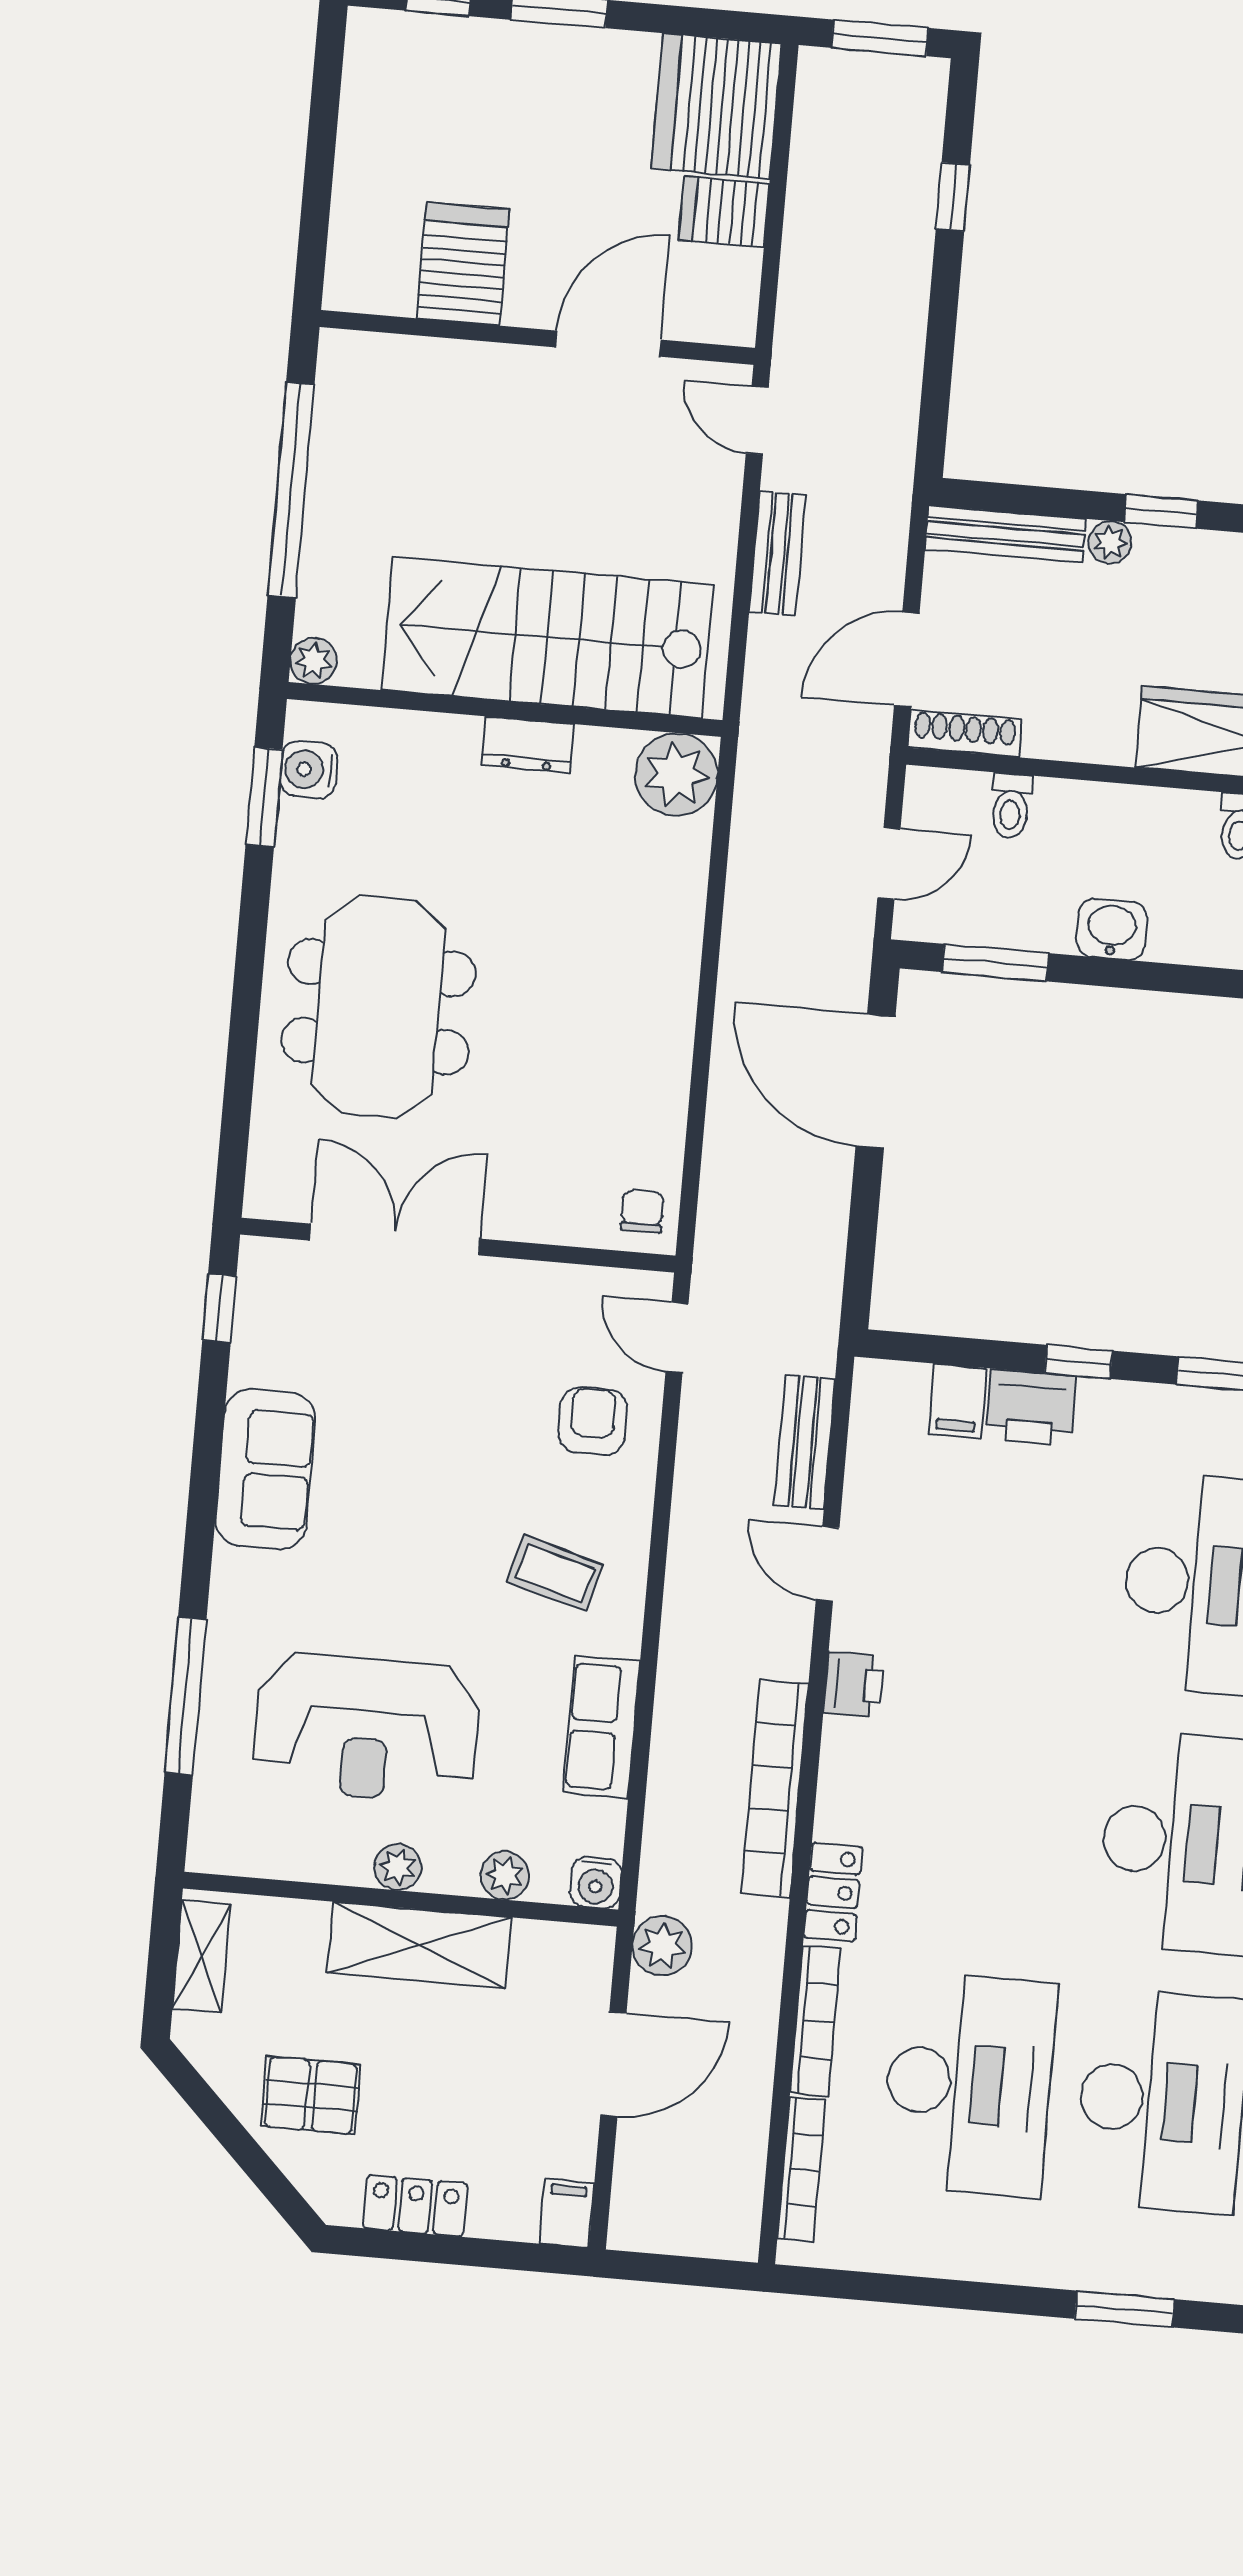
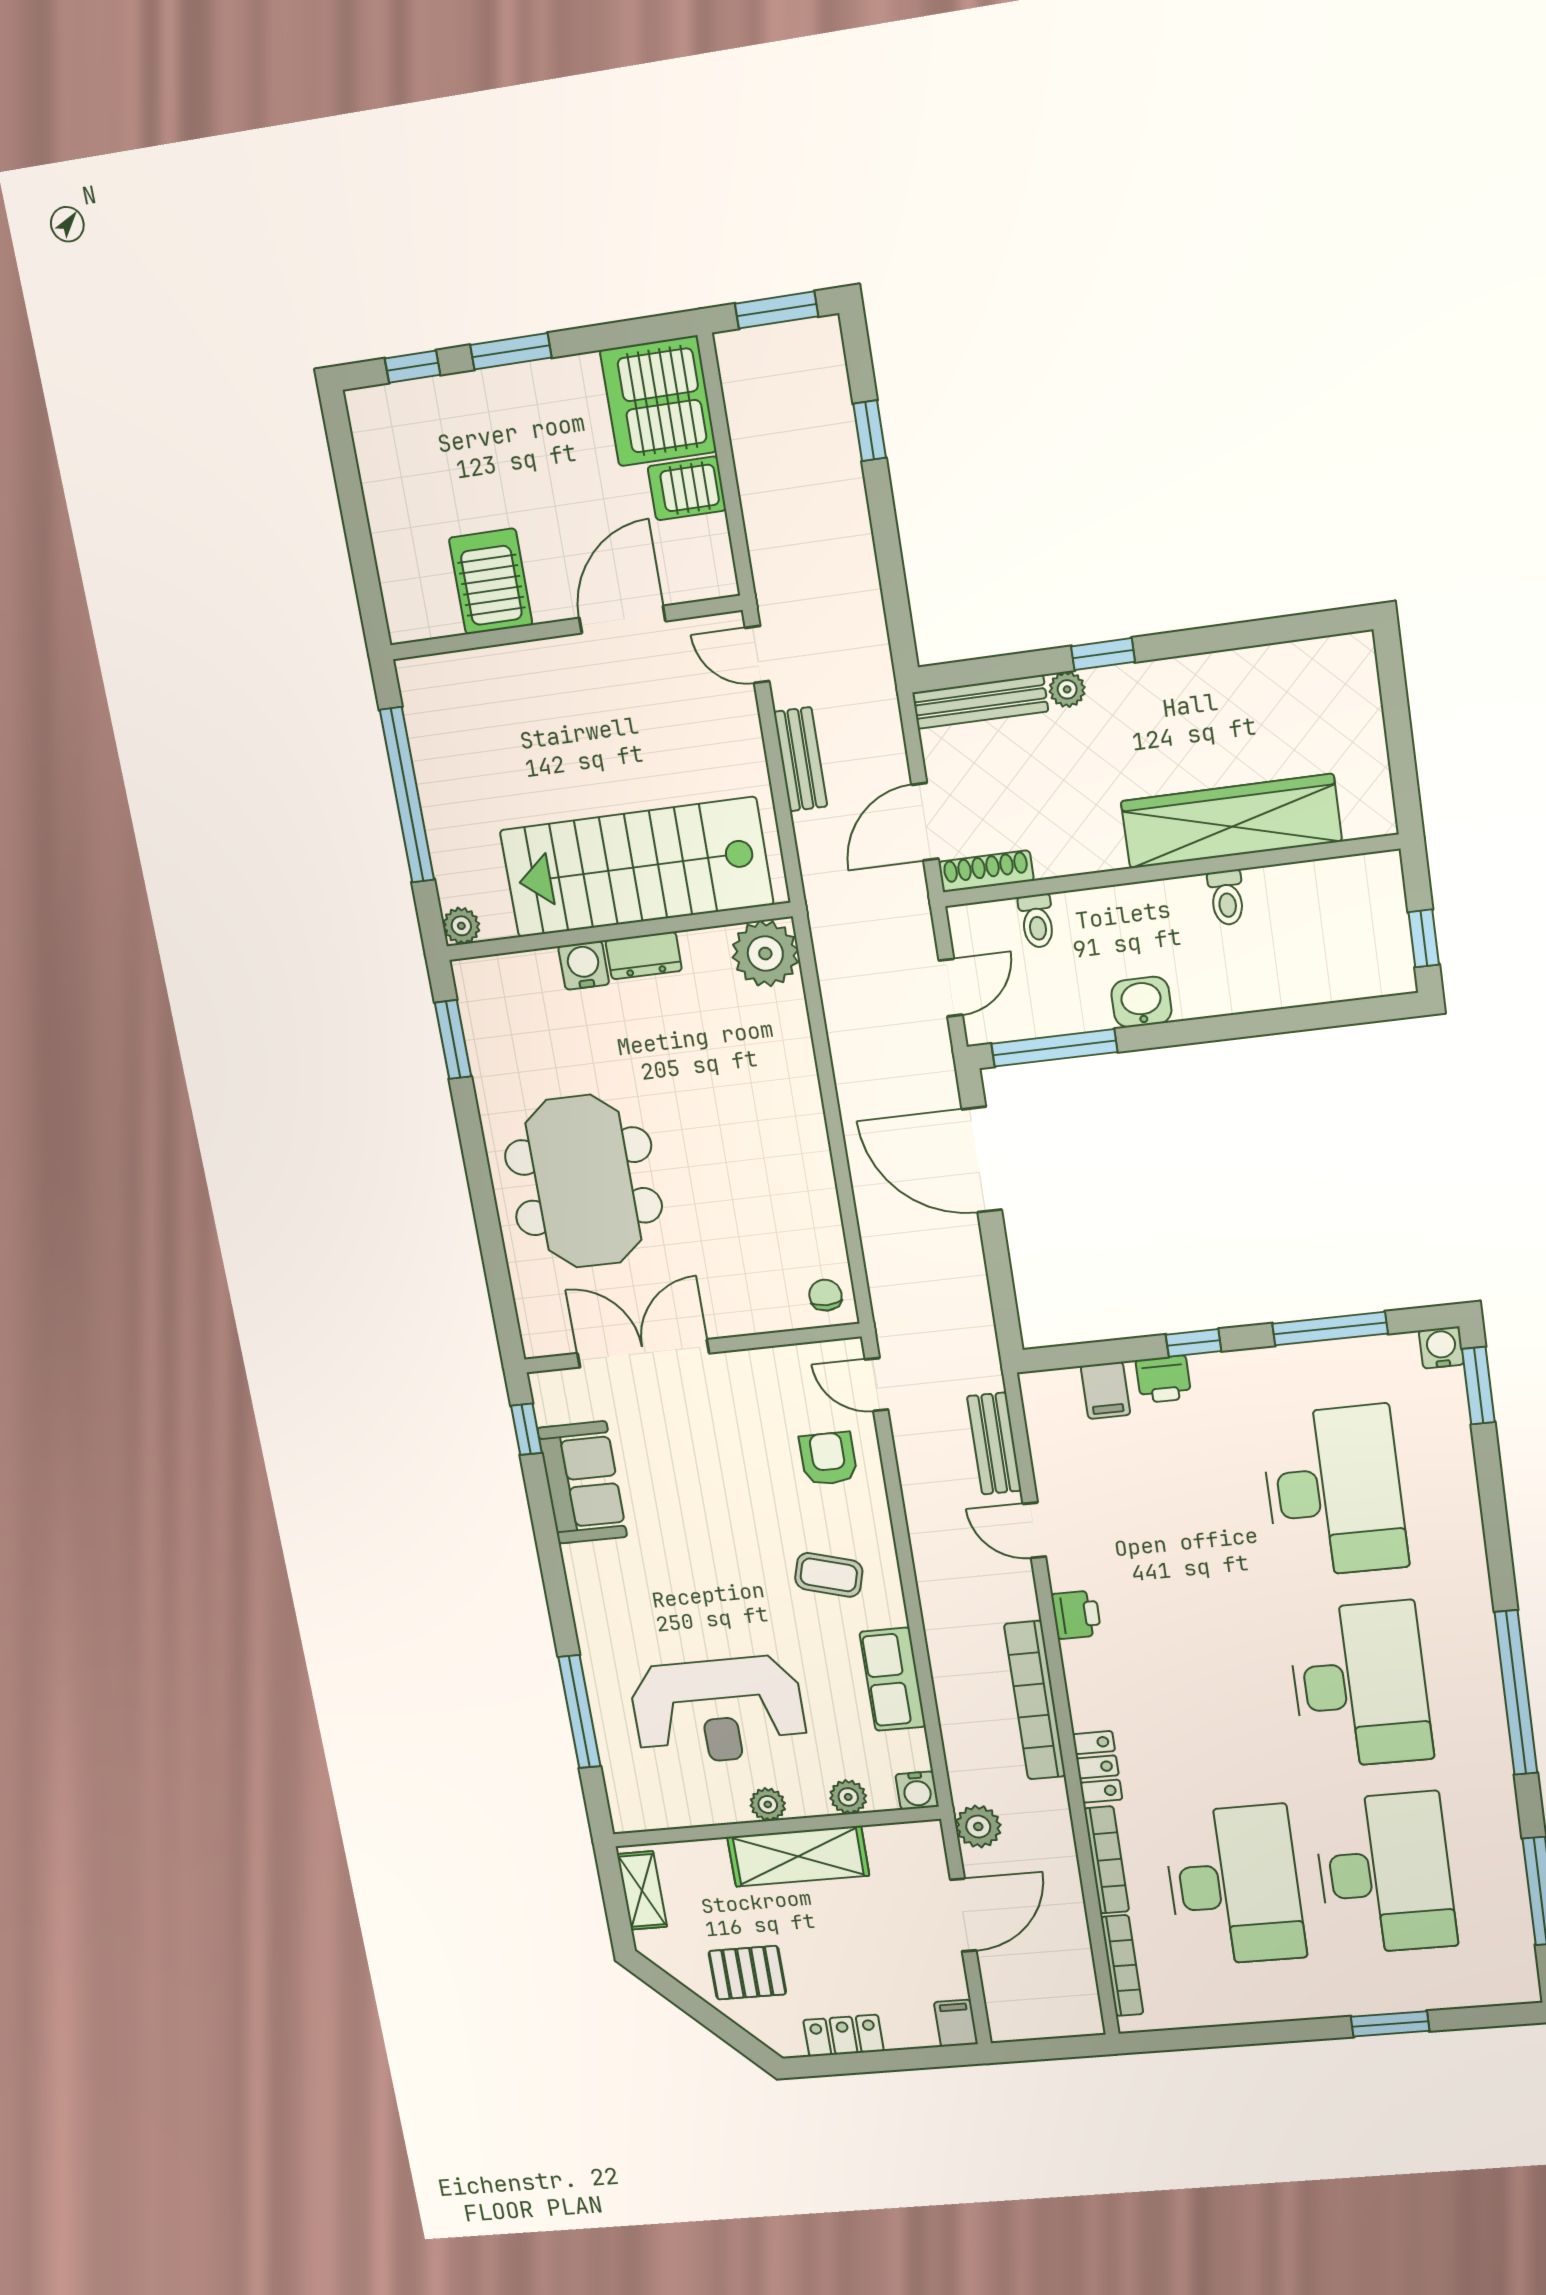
water cooler: (309, 769) -> (584, 965), moved, turned 90
window: (995, 963) -> (1054, 1048), width x1.44
printer: (1031, 1407) -> (1163, 1379), width x0.73, depth x0.81
sofa: (265, 1469) -> (582, 1482), moved

